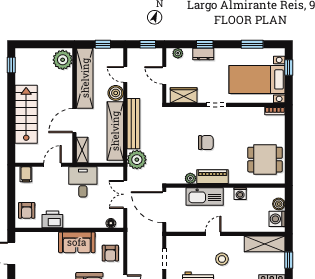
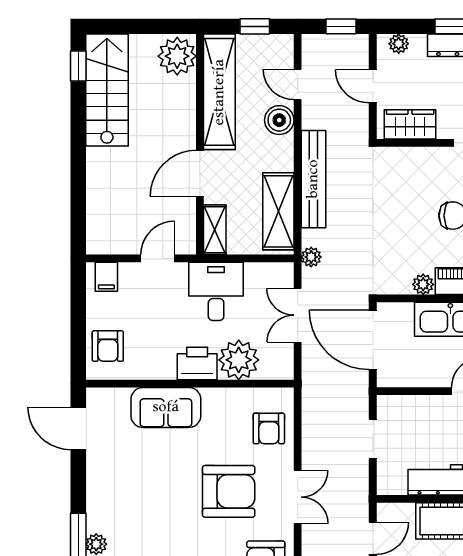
stairs: (26, 114) -> (107, 90), moved
shelving: (115, 131) -> (278, 211), width x0.68
plant: (137, 160) -> (311, 257), width x0.53, depth x0.53
plant: (95, 218) -> (239, 360), added
printer: (52, 219) -> (197, 364), moved
floor lamp: (111, 223) -> (270, 371), removed
sofa: (77, 242) -> (166, 407), moved

